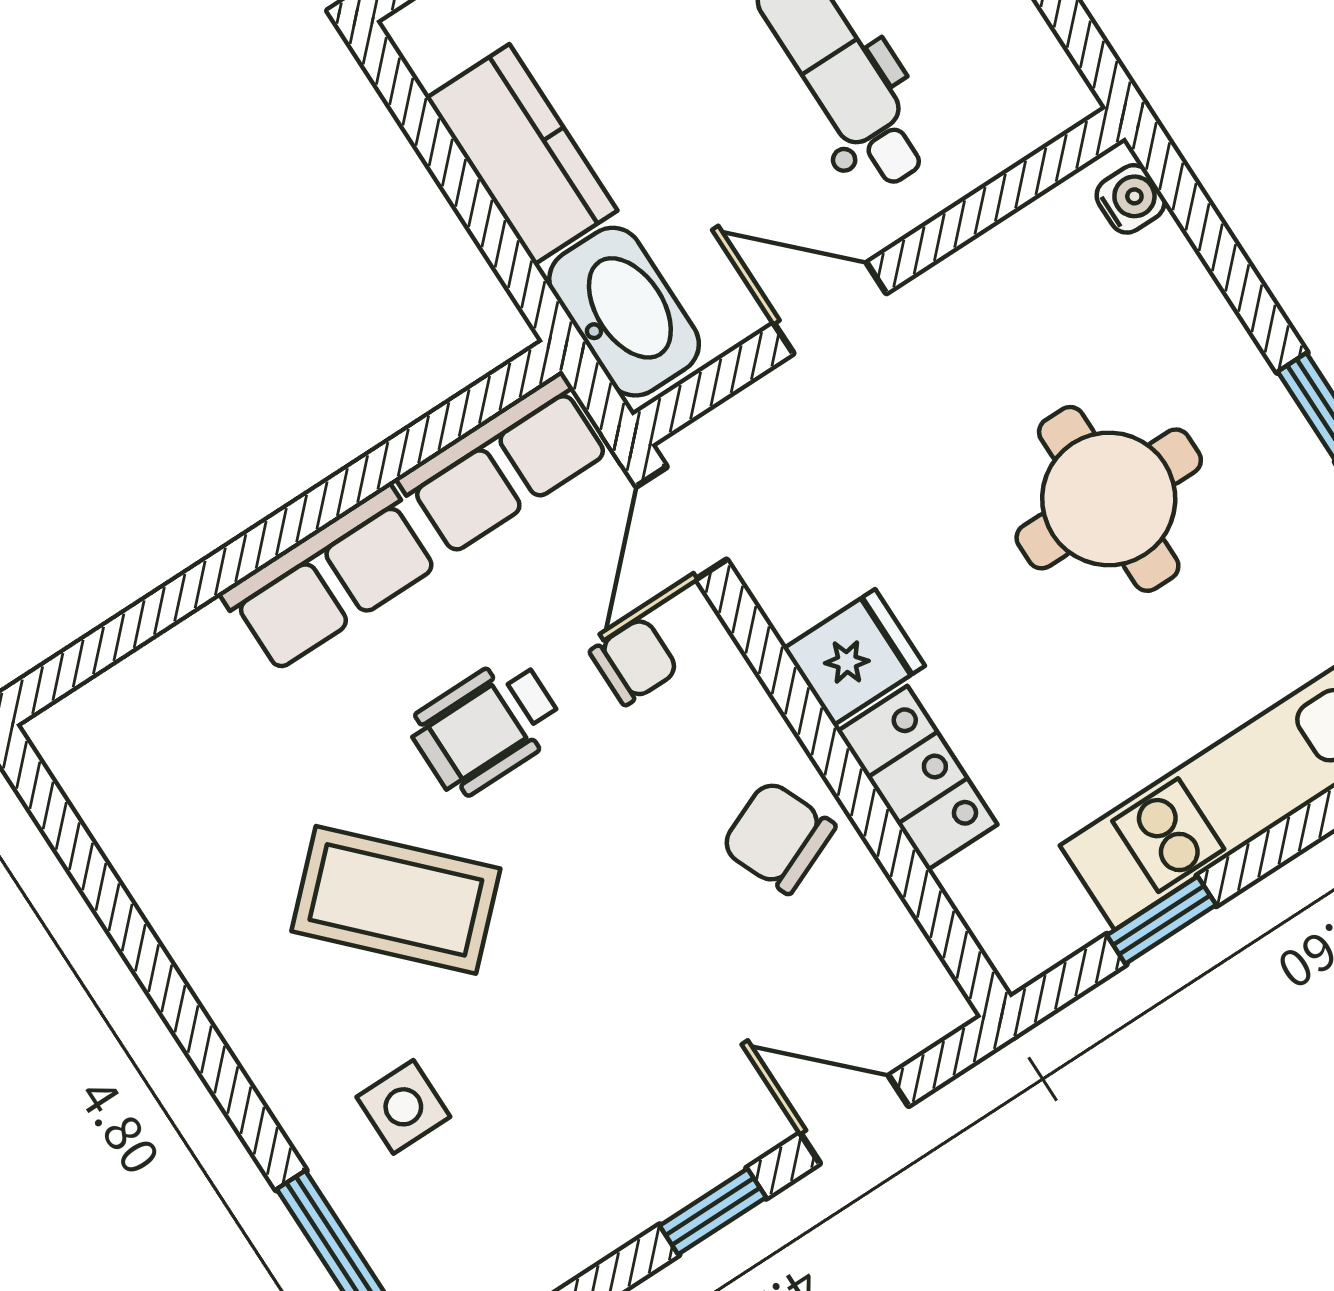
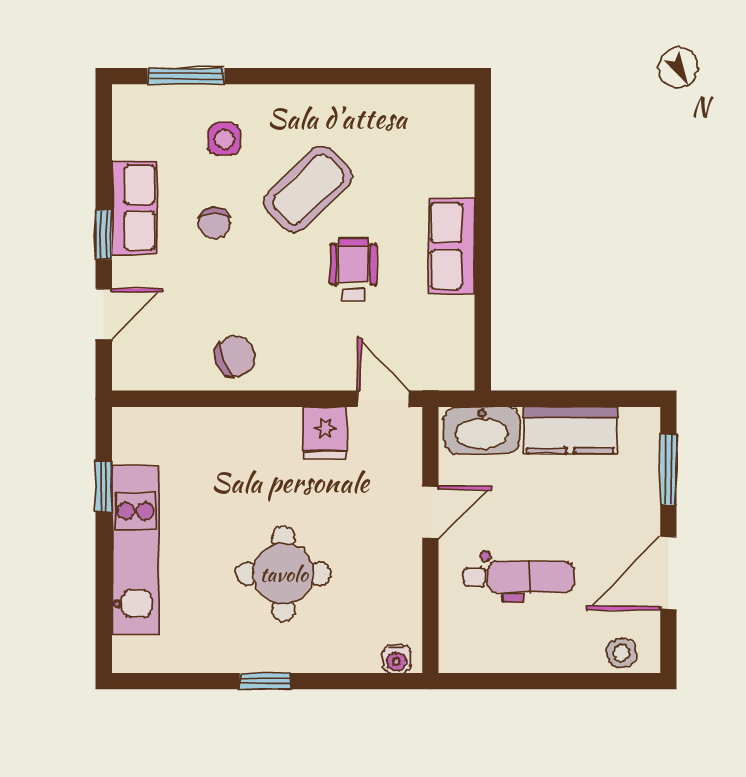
row of seats: (504, 464) -> (134, 208), moved, turned 180
fridge: (854, 657) -> (325, 433), moved
chair: (634, 661) -> (214, 223), moved
locker: (917, 778) -> (222, 427), removed

